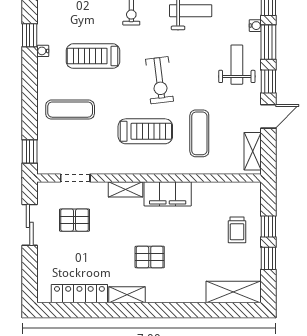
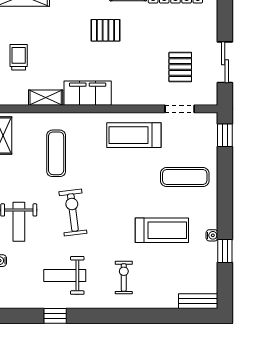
exercise bike: (160, 80) -> (73, 212), moved
treadmill: (145, 131) -> (134, 135), moved
shelving: (125, 189) -> (46, 98), moved
pallet: (75, 220) -> (180, 67), turned 90

